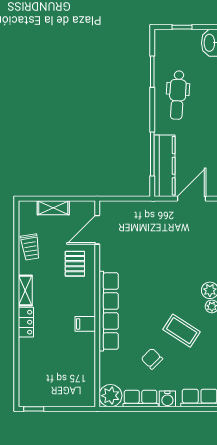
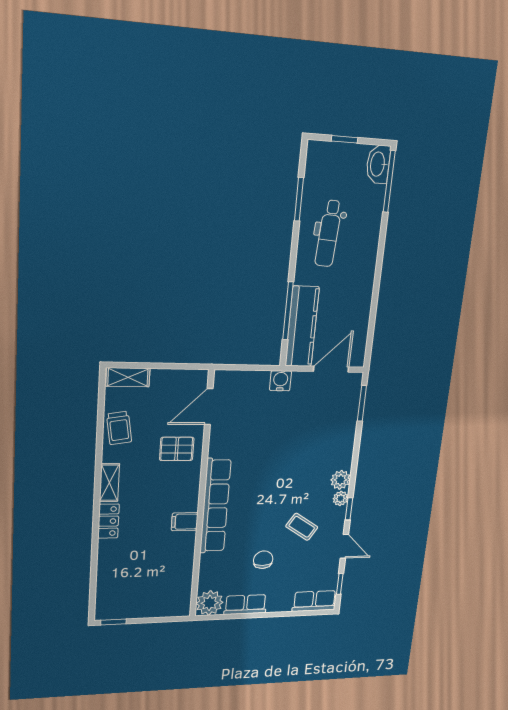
shelving: (53, 208) -> (128, 377), moved
pallet: (75, 264) -> (177, 449), turned 90
coffee table: (182, 331) -> (302, 527), width x0.73, depth x0.77
chair: (152, 359) -> (263, 560), turned 45
water cooler: (167, 399) -> (281, 381), moved, turned 180

